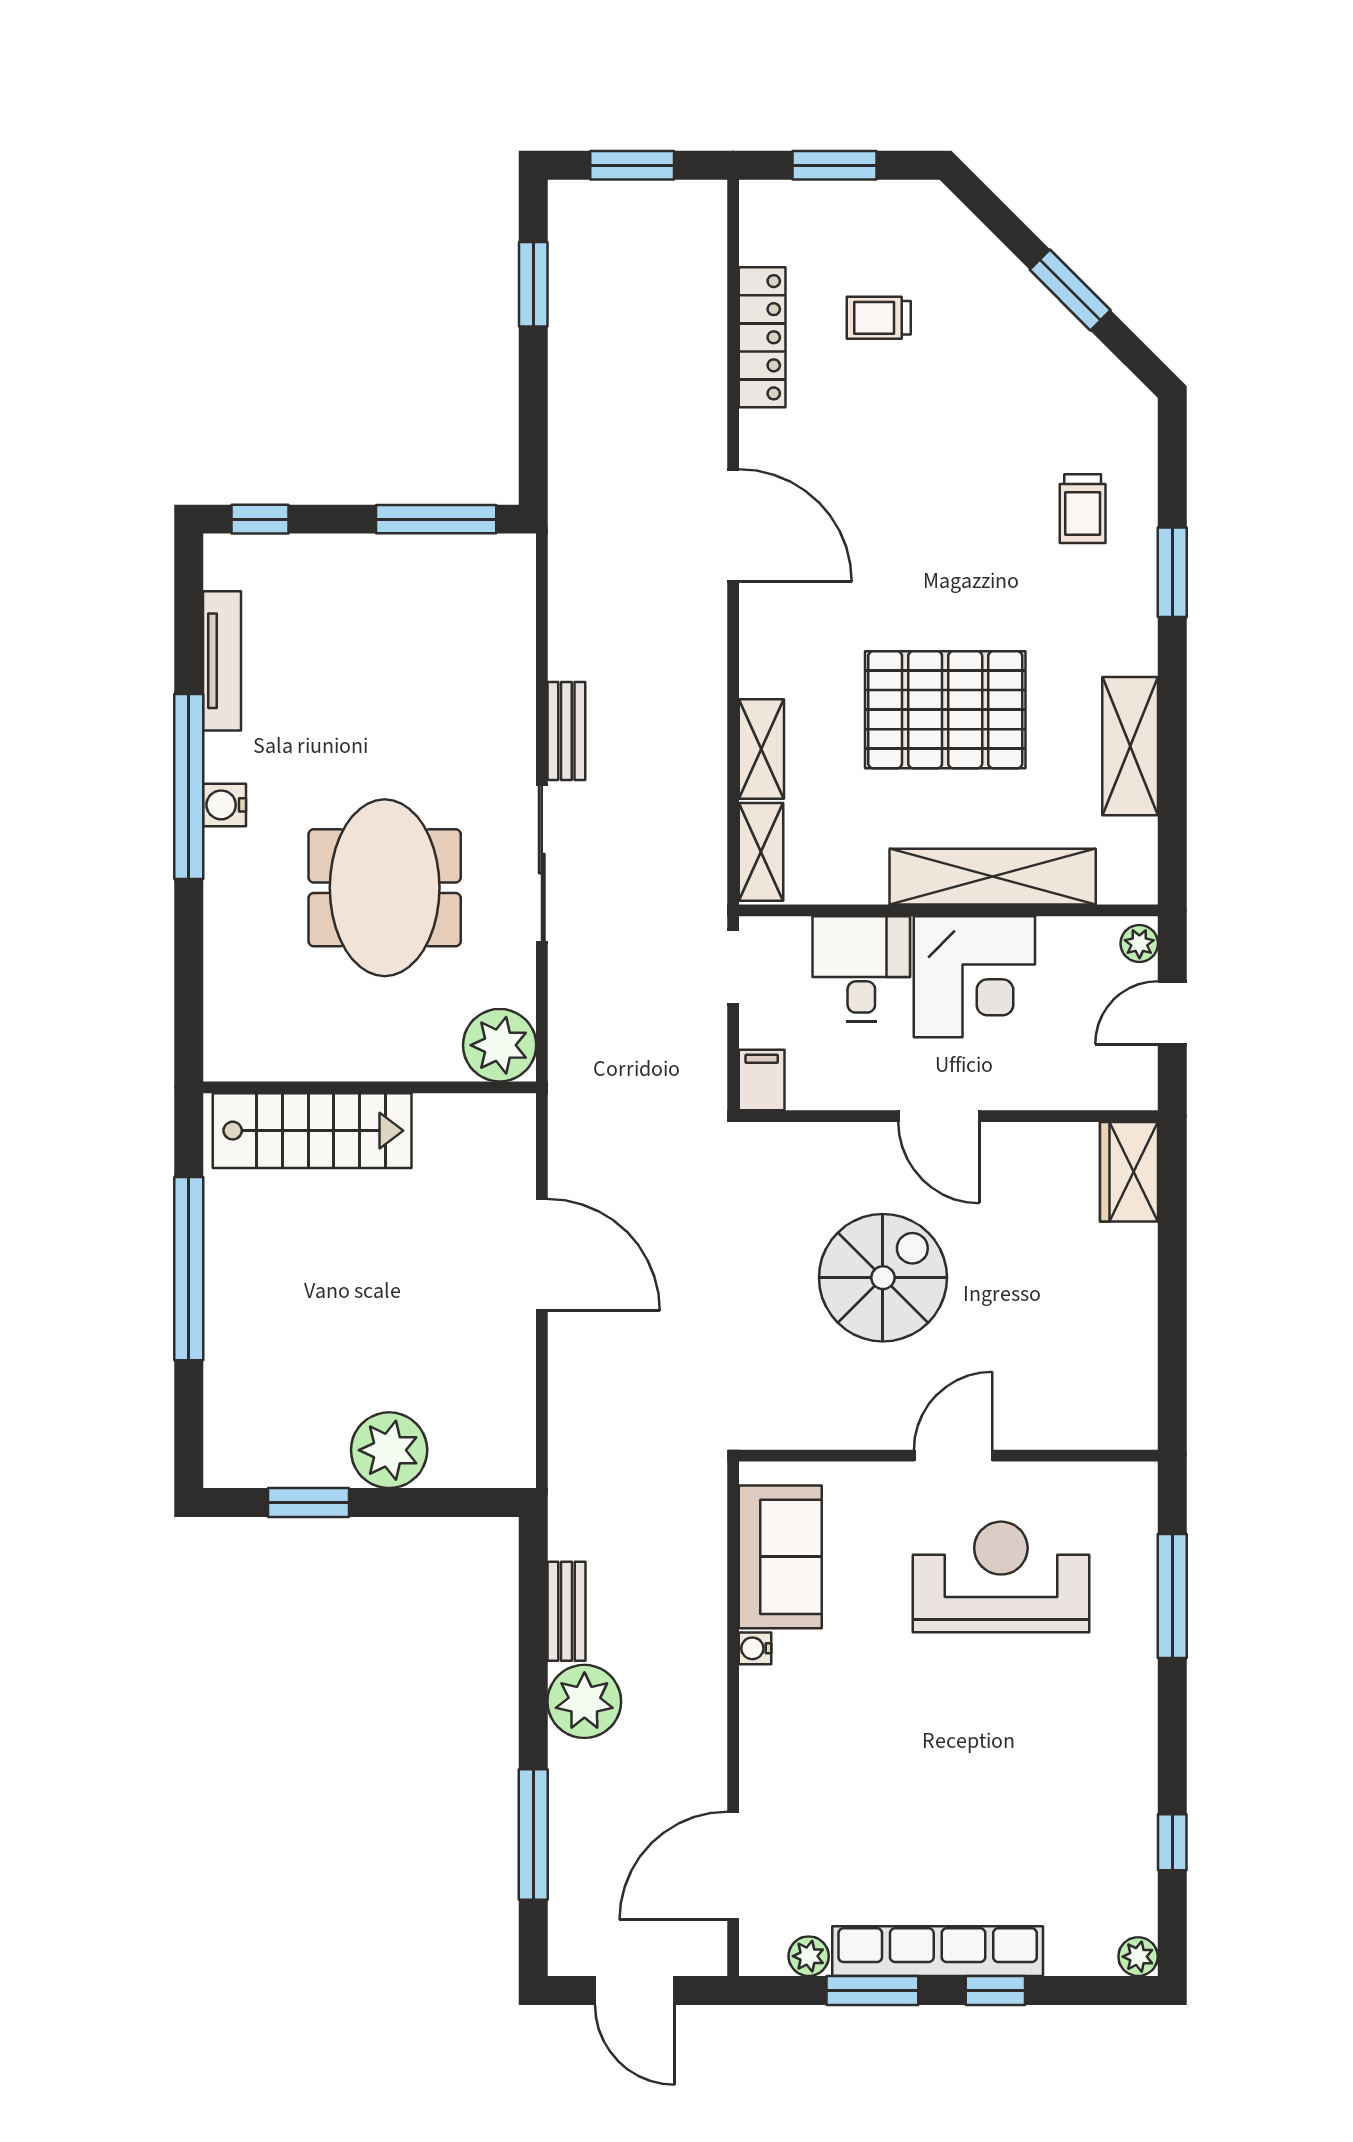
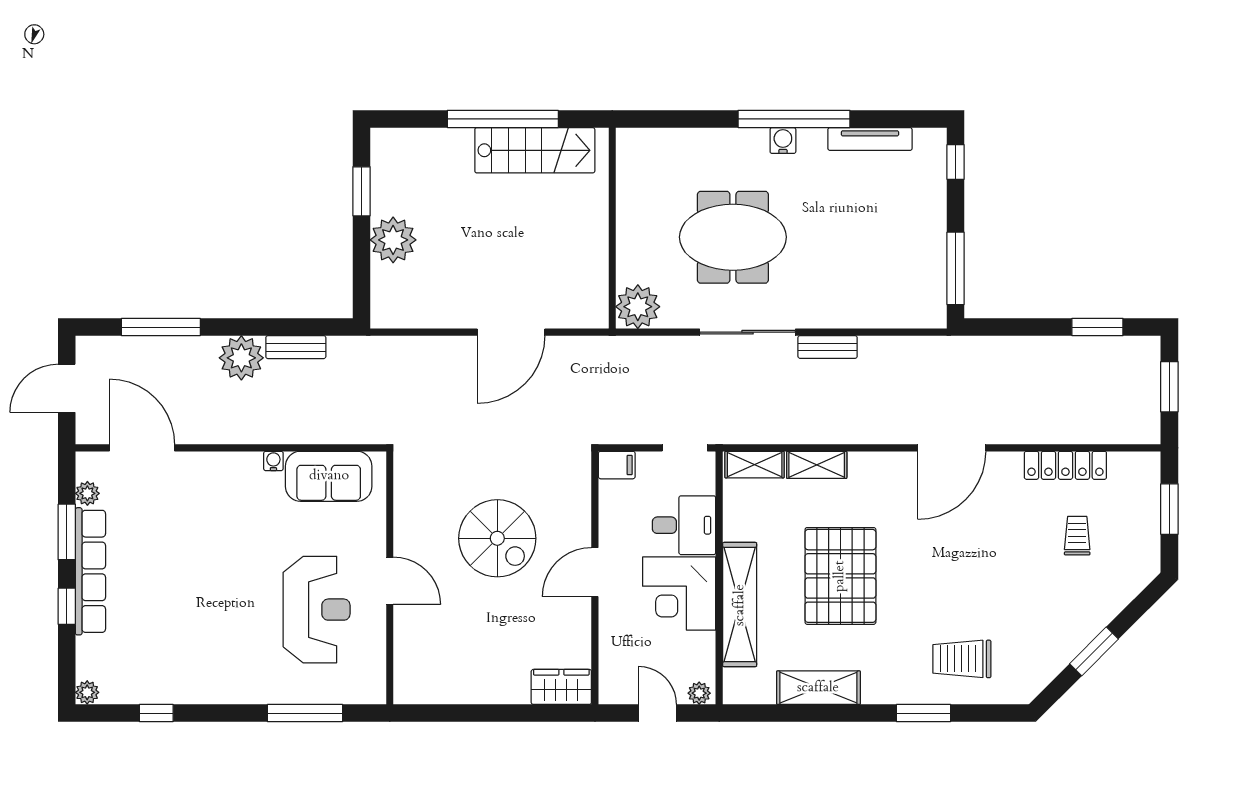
trolley: (1083, 509) -> (962, 659), width x1.36, depth x1.39
stairs: (312, 1131) -> (535, 150), moved, turned -90

